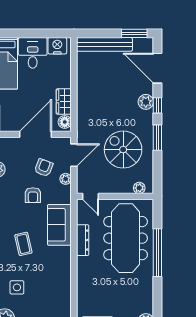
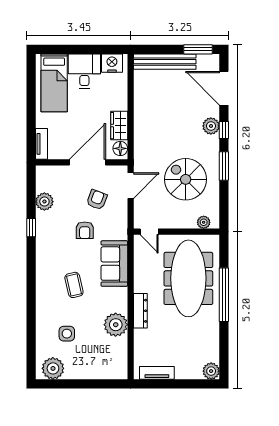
plant: (66, 179) -> (116, 325), moved, width x1.88, depth x1.88
dresser: (83, 240) -> (140, 311), moved

